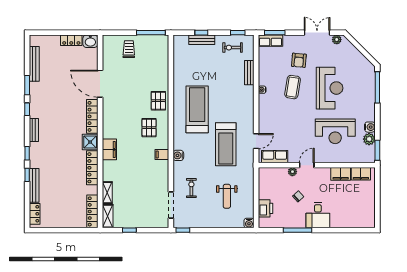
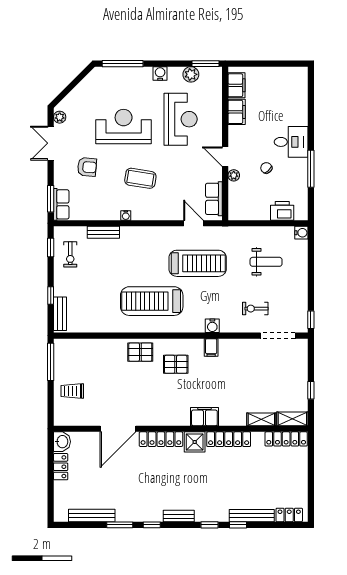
bench: (202, 40) -> (60, 314), moved
coffee table: (293, 87) -> (140, 178), moved
water cooler: (370, 127) -> (160, 73), moved

